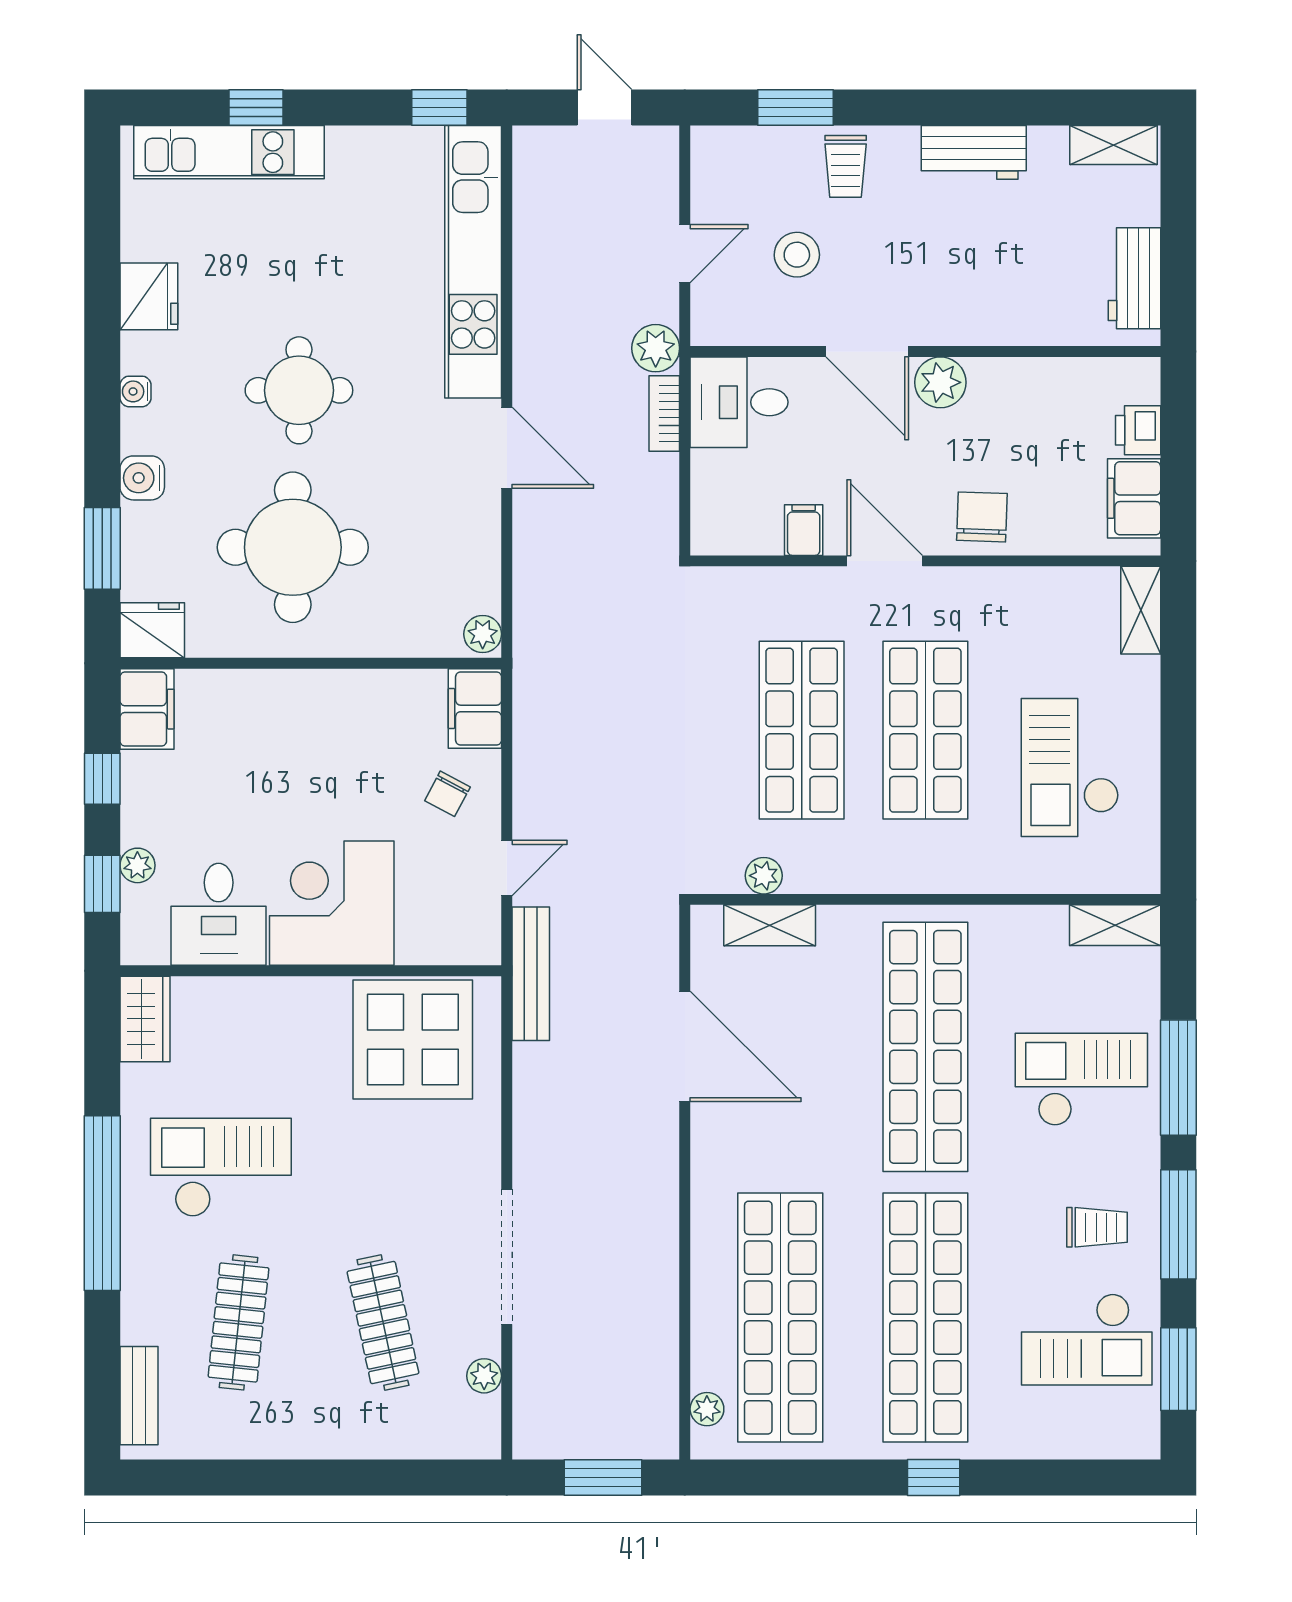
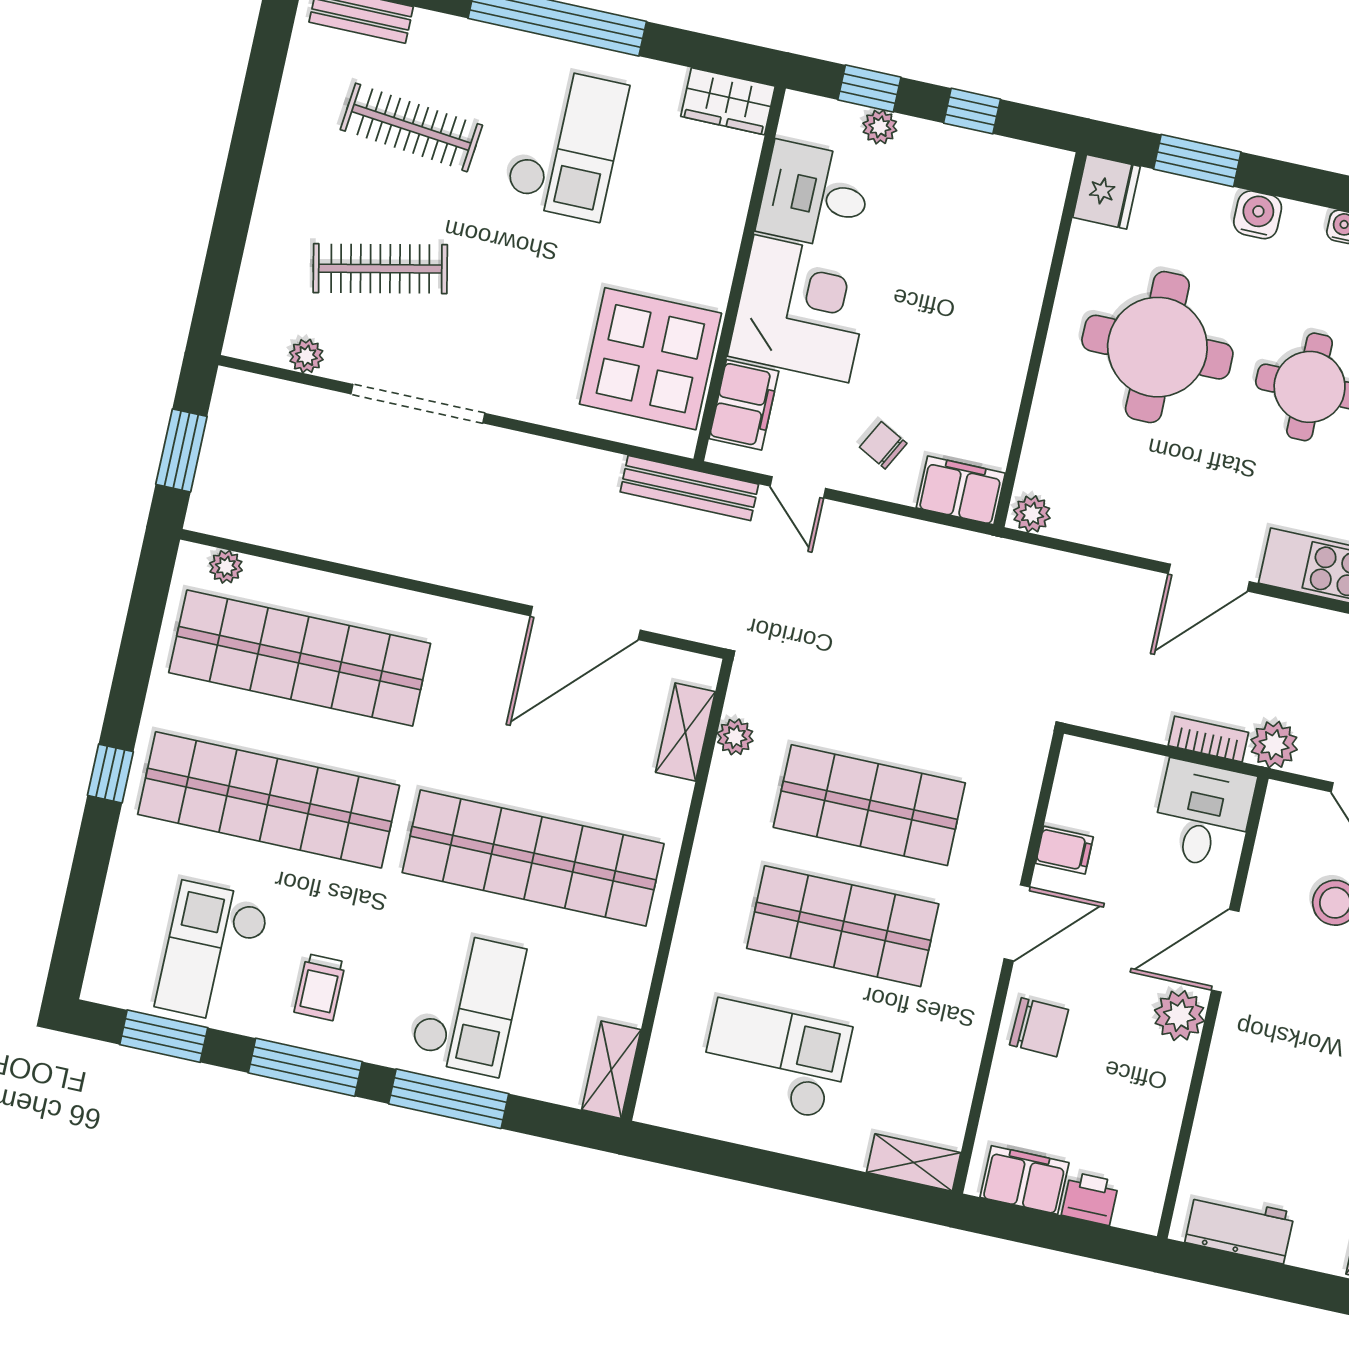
filing cabinet: (147, 709) -> (744, 405), moved, turned -90

